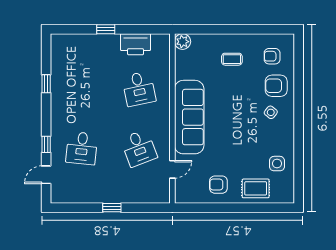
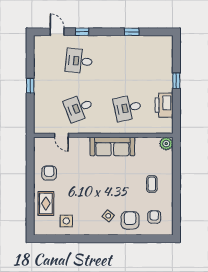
sofa: (189, 117) -> (112, 146), width x0.74, depth x0.79

